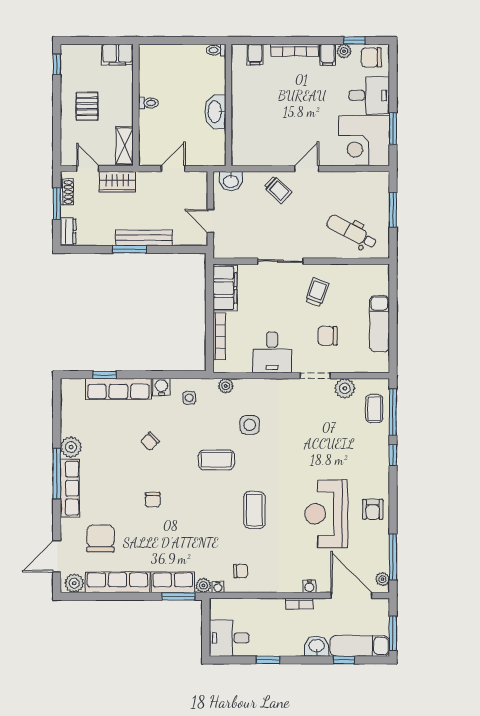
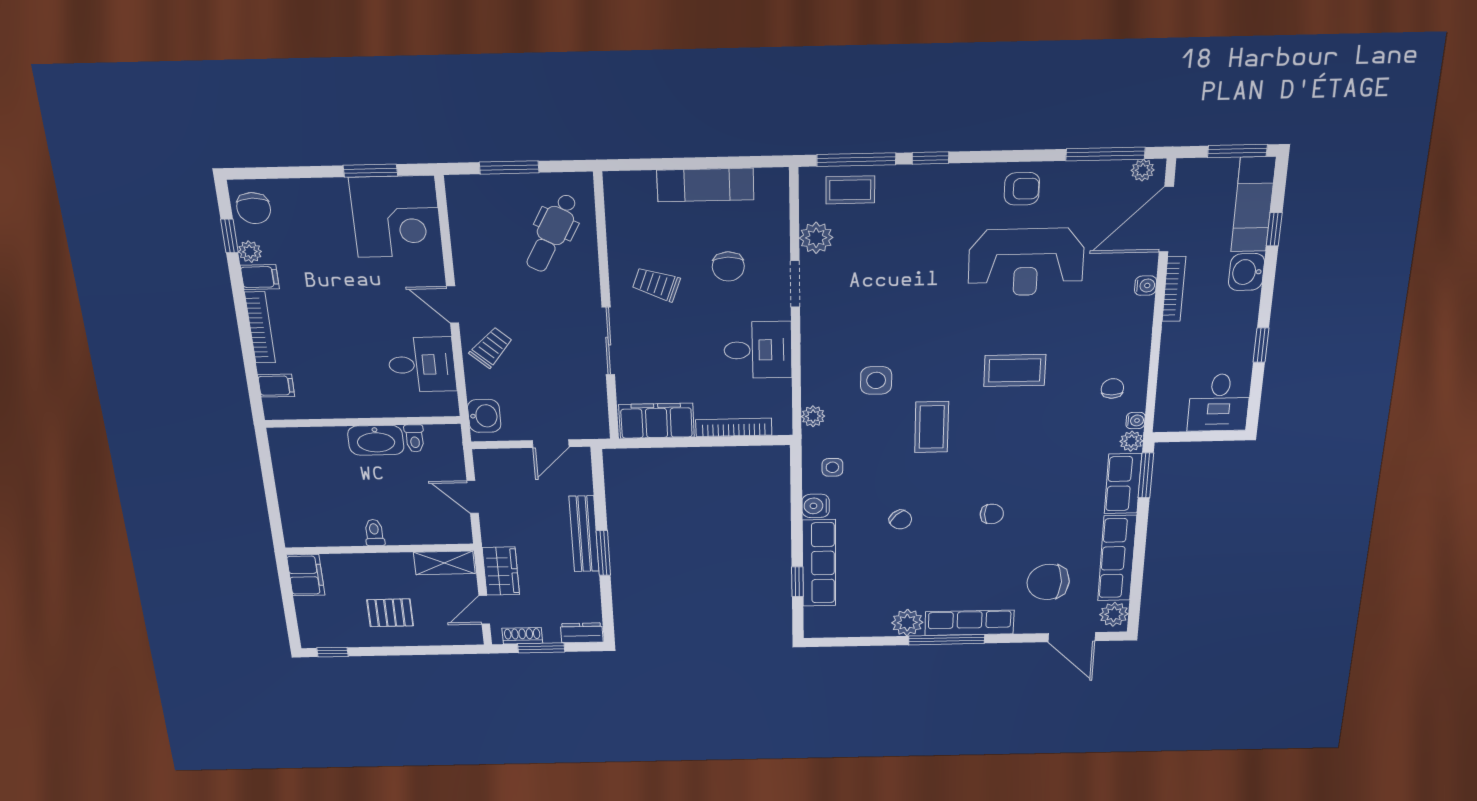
toilet: (216, 50) -> (415, 438), moved
desk: (369, 95) -> (422, 365), moved, turned 90
bookcase: (299, 604) -> (1174, 289), width x1.56

